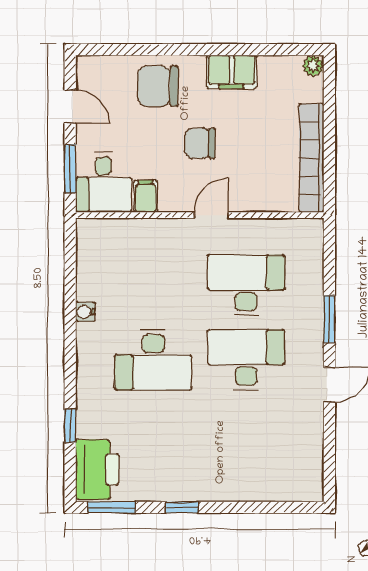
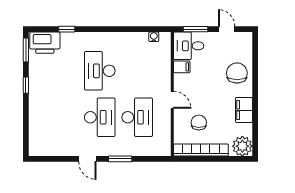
plant: (313, 66) -> (242, 146), width x1.88, depth x1.88
door: (70, 107) -> (227, 29), swing flipped
chair: (200, 143) -> (199, 122), moved
water cooler: (85, 312) -> (154, 37), moved

